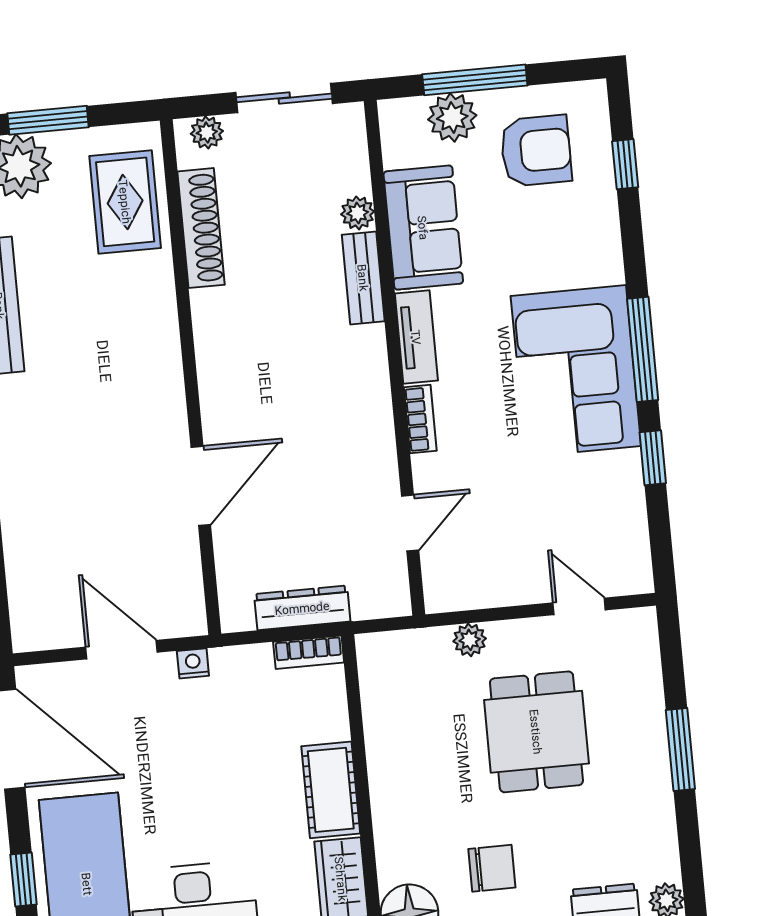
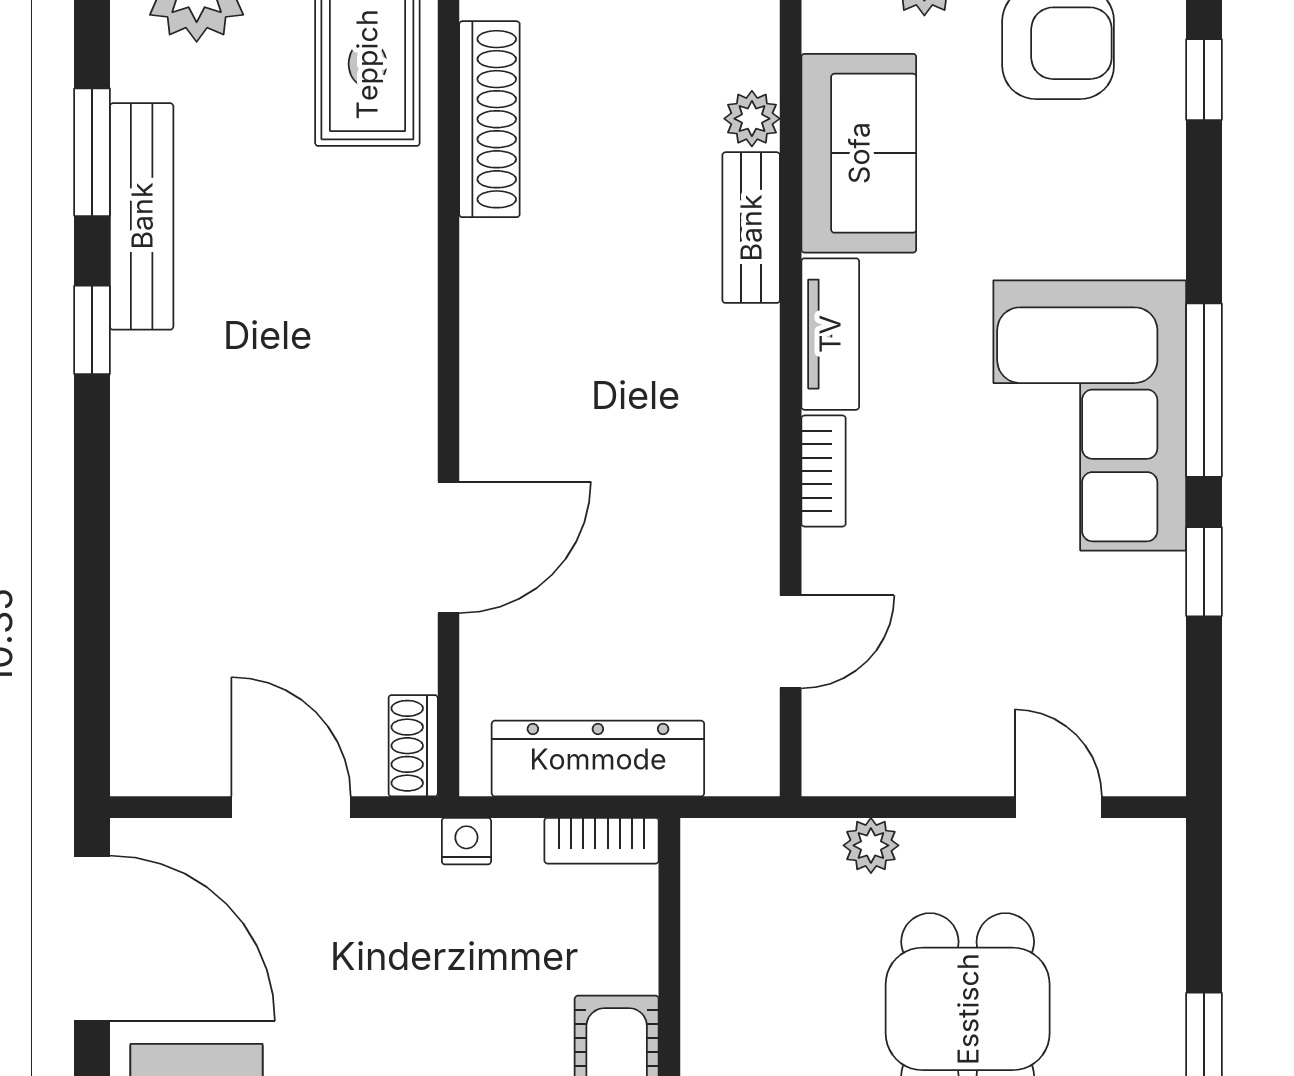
shoe rack: (191, 606) -> (413, 746), added
dresser: (302, 608) -> (598, 759), width x1.37, depth x1.24
nightstand: (193, 663) -> (466, 841), moved

